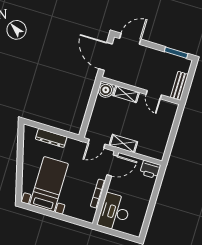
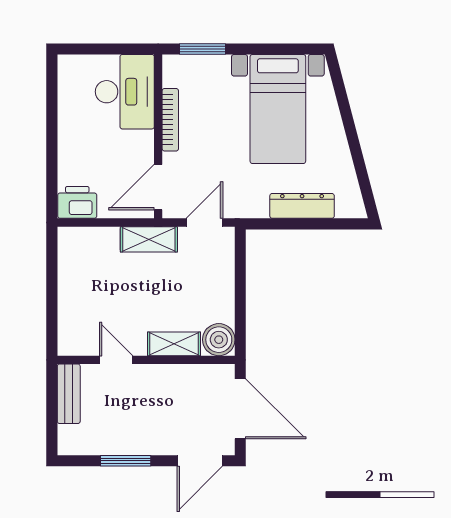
window: (176, 53) -> (126, 461), moved
window: (74, 221) -> (203, 49), added

